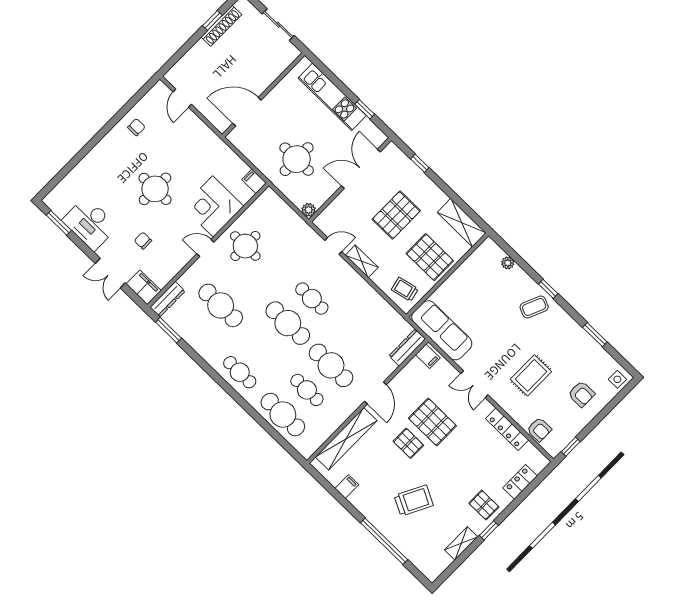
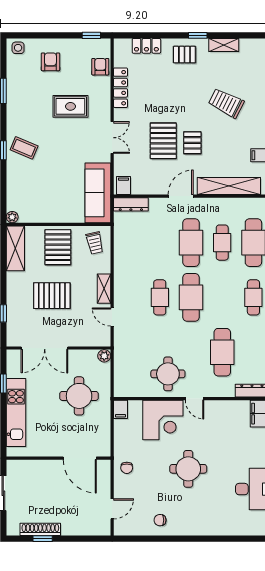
chair: (143, 241) -> (127, 468), moved
plant: (508, 263) -> (12, 217), moved
pallet: (484, 505) -> (184, 55), turned 90

